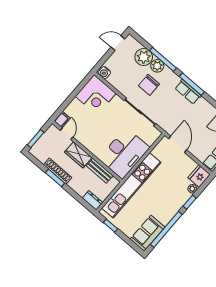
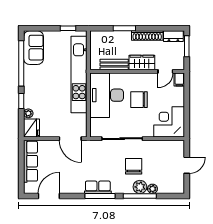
door: (118, 43) -> (187, 165), moved
plant: (144, 57) -> (152, 189), width x0.53, depth x0.53
water cooler: (104, 73) -> (177, 145), removed
chair: (104, 130) -> (139, 100), added
door: (67, 134) -> (165, 71), hinge flipped
window: (55, 178) -> (124, 28), moved
dresser: (93, 200) -> (173, 36), moved

